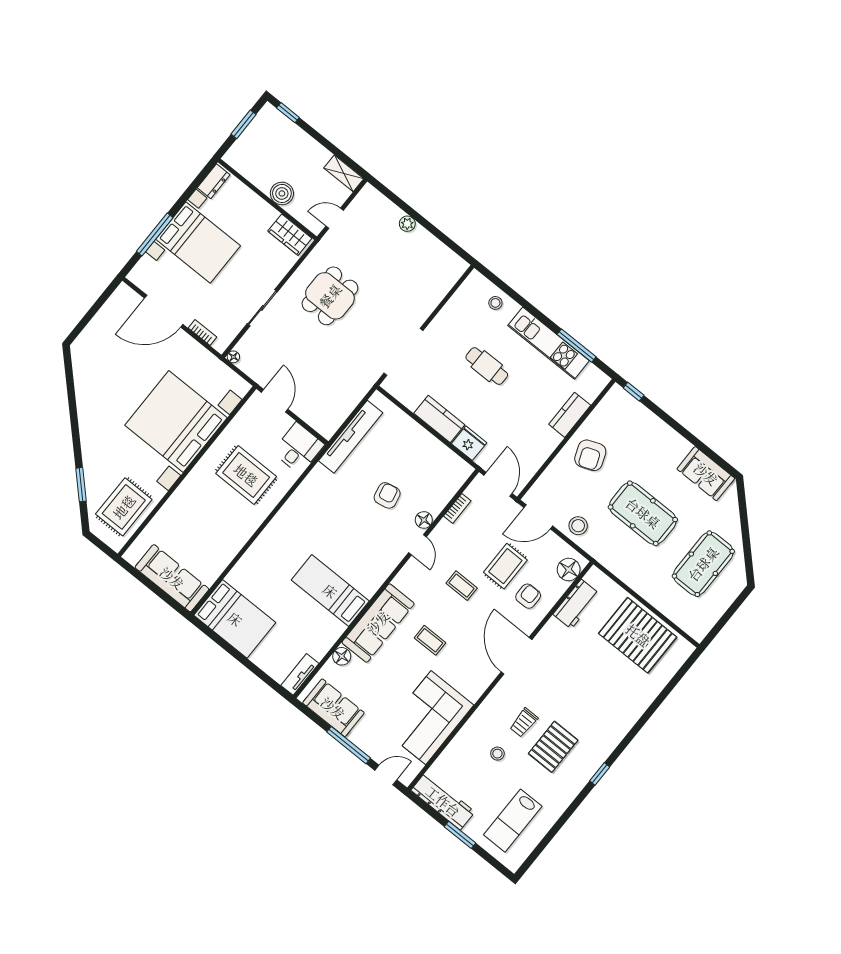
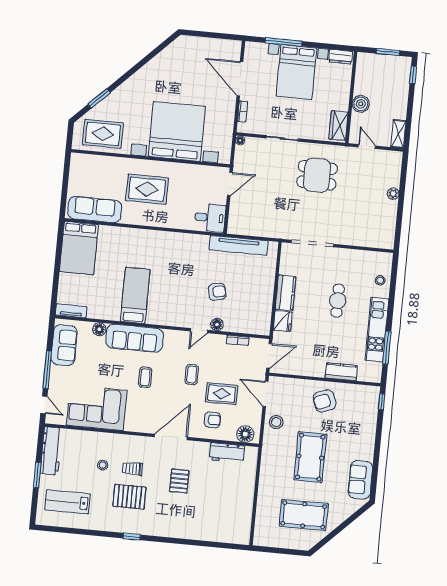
rug: (246, 475) -> (147, 189), moved, turned 90
sofa: (172, 578) -> (95, 210), moved, turned -90
pallet: (638, 635) -> (179, 481), moved, width x0.49, depth x0.50

